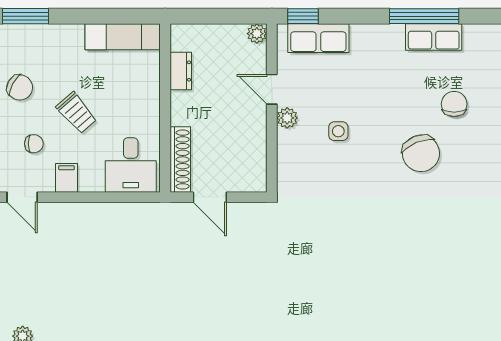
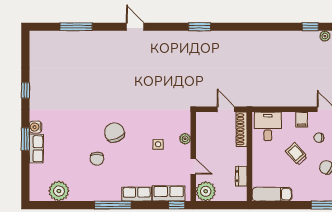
plant: (257, 34) -> (206, 191), width x1.88, depth x1.88
row of seats: (434, 37) -> (137, 194), moved
plant: (287, 118) -> (185, 139), moved

